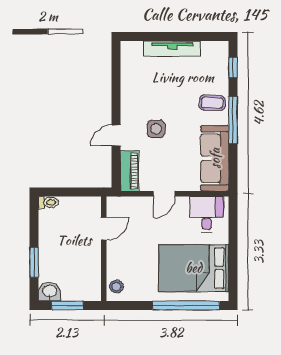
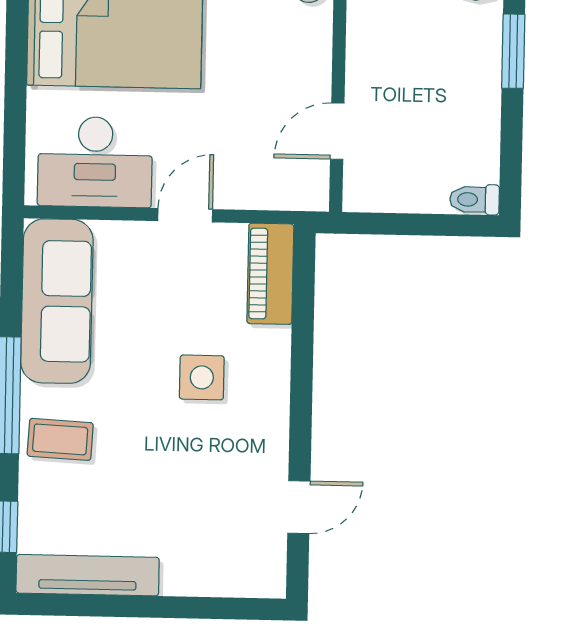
tv unit: (172, 49) -> (88, 575), moved
door: (116, 135) -> (299, 507), moved
desk: (207, 214) -> (95, 162), width x1.37

